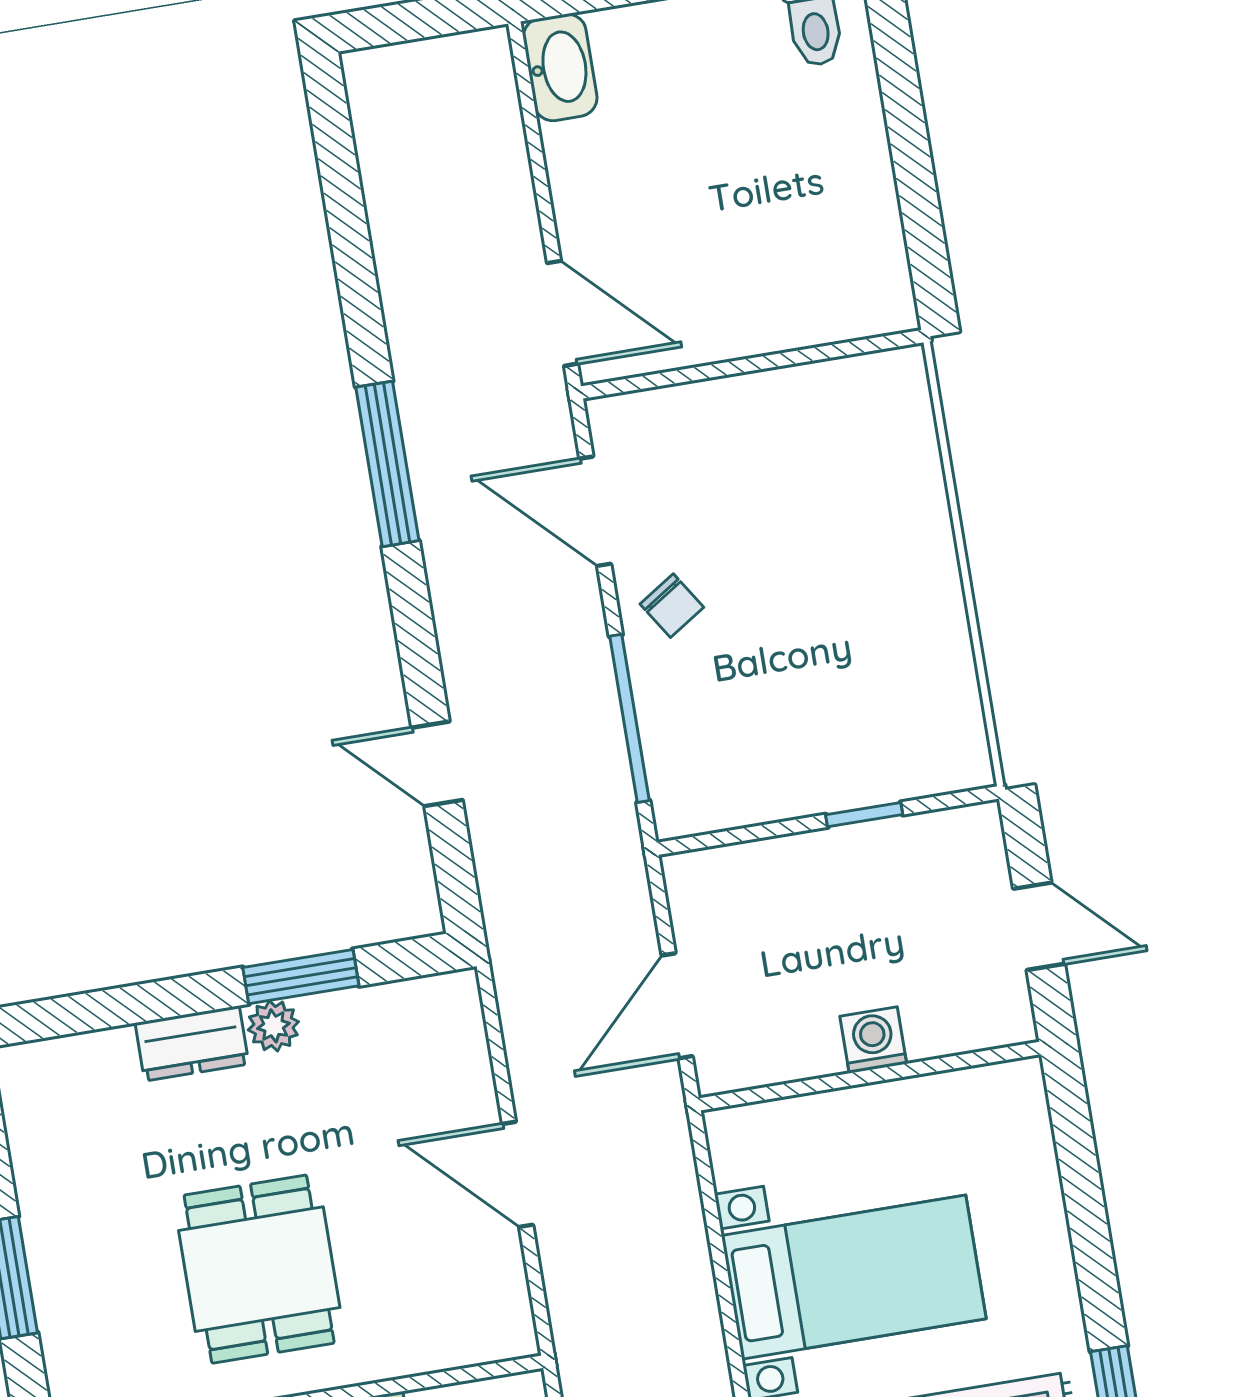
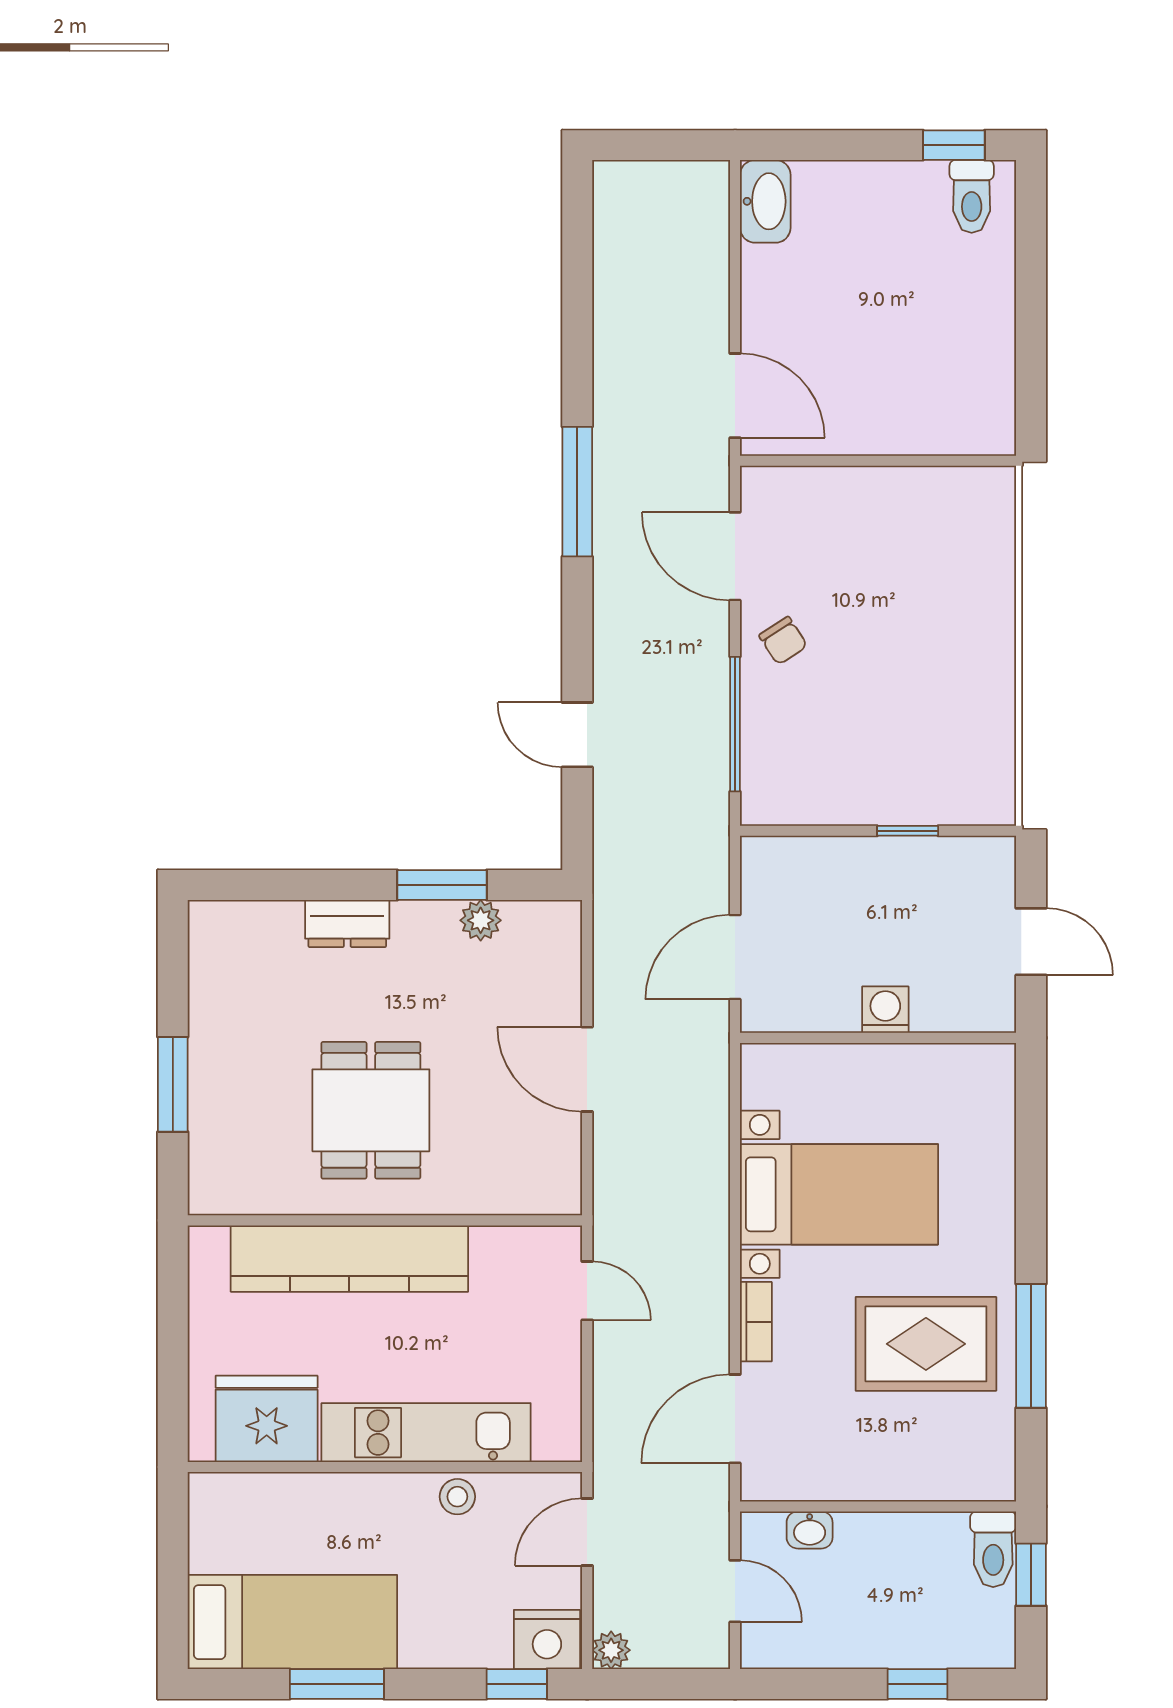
plant: (273, 1026) -> (481, 920), moved

